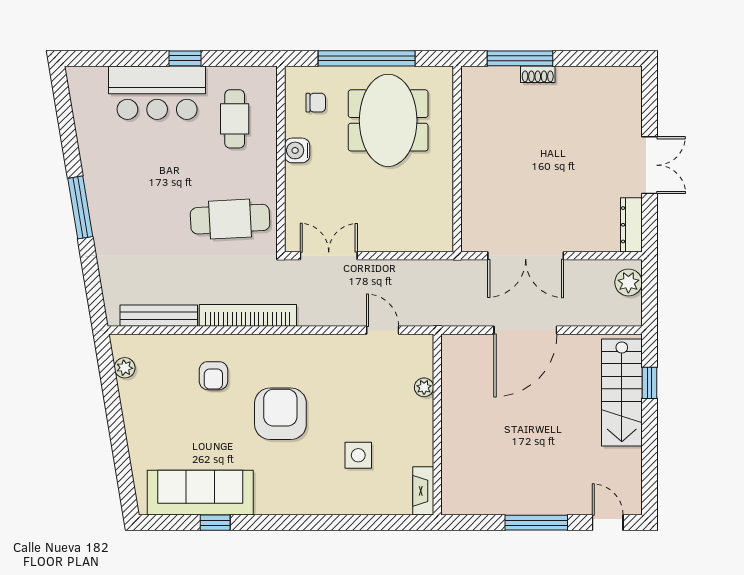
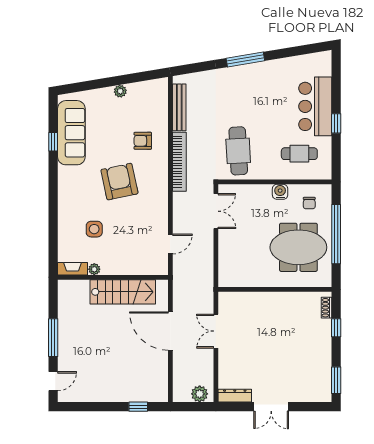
window: (520, 58) -> (336, 328), width x0.46
window: (606, 58) -> (336, 380), added
shoe rack: (538, 74) -> (327, 308), moved
double door: (526, 256) -> (216, 331), width x0.73
plant: (125, 368) -> (120, 91), moved
plant: (424, 387) -> (94, 269), moved
stairs: (622, 393) -> (123, 292), moved, turned 180
armchair: (280, 414) -> (119, 182), turned -102

